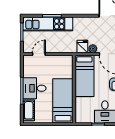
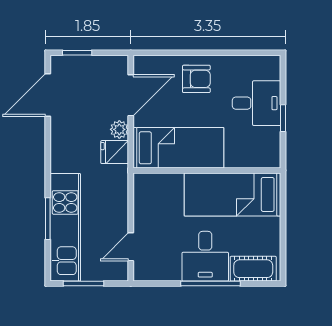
door: (39, 54) -> (131, 247), hinge flipped

